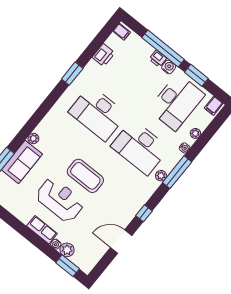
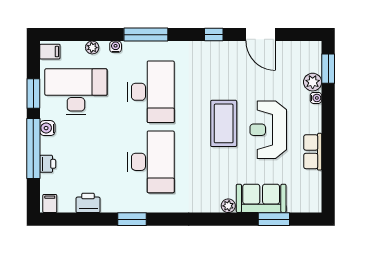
printer: (158, 59) -> (48, 164), moved
plant: (161, 176) -> (162, 48), removed
row of seats: (42, 230) -> (313, 152), moved

